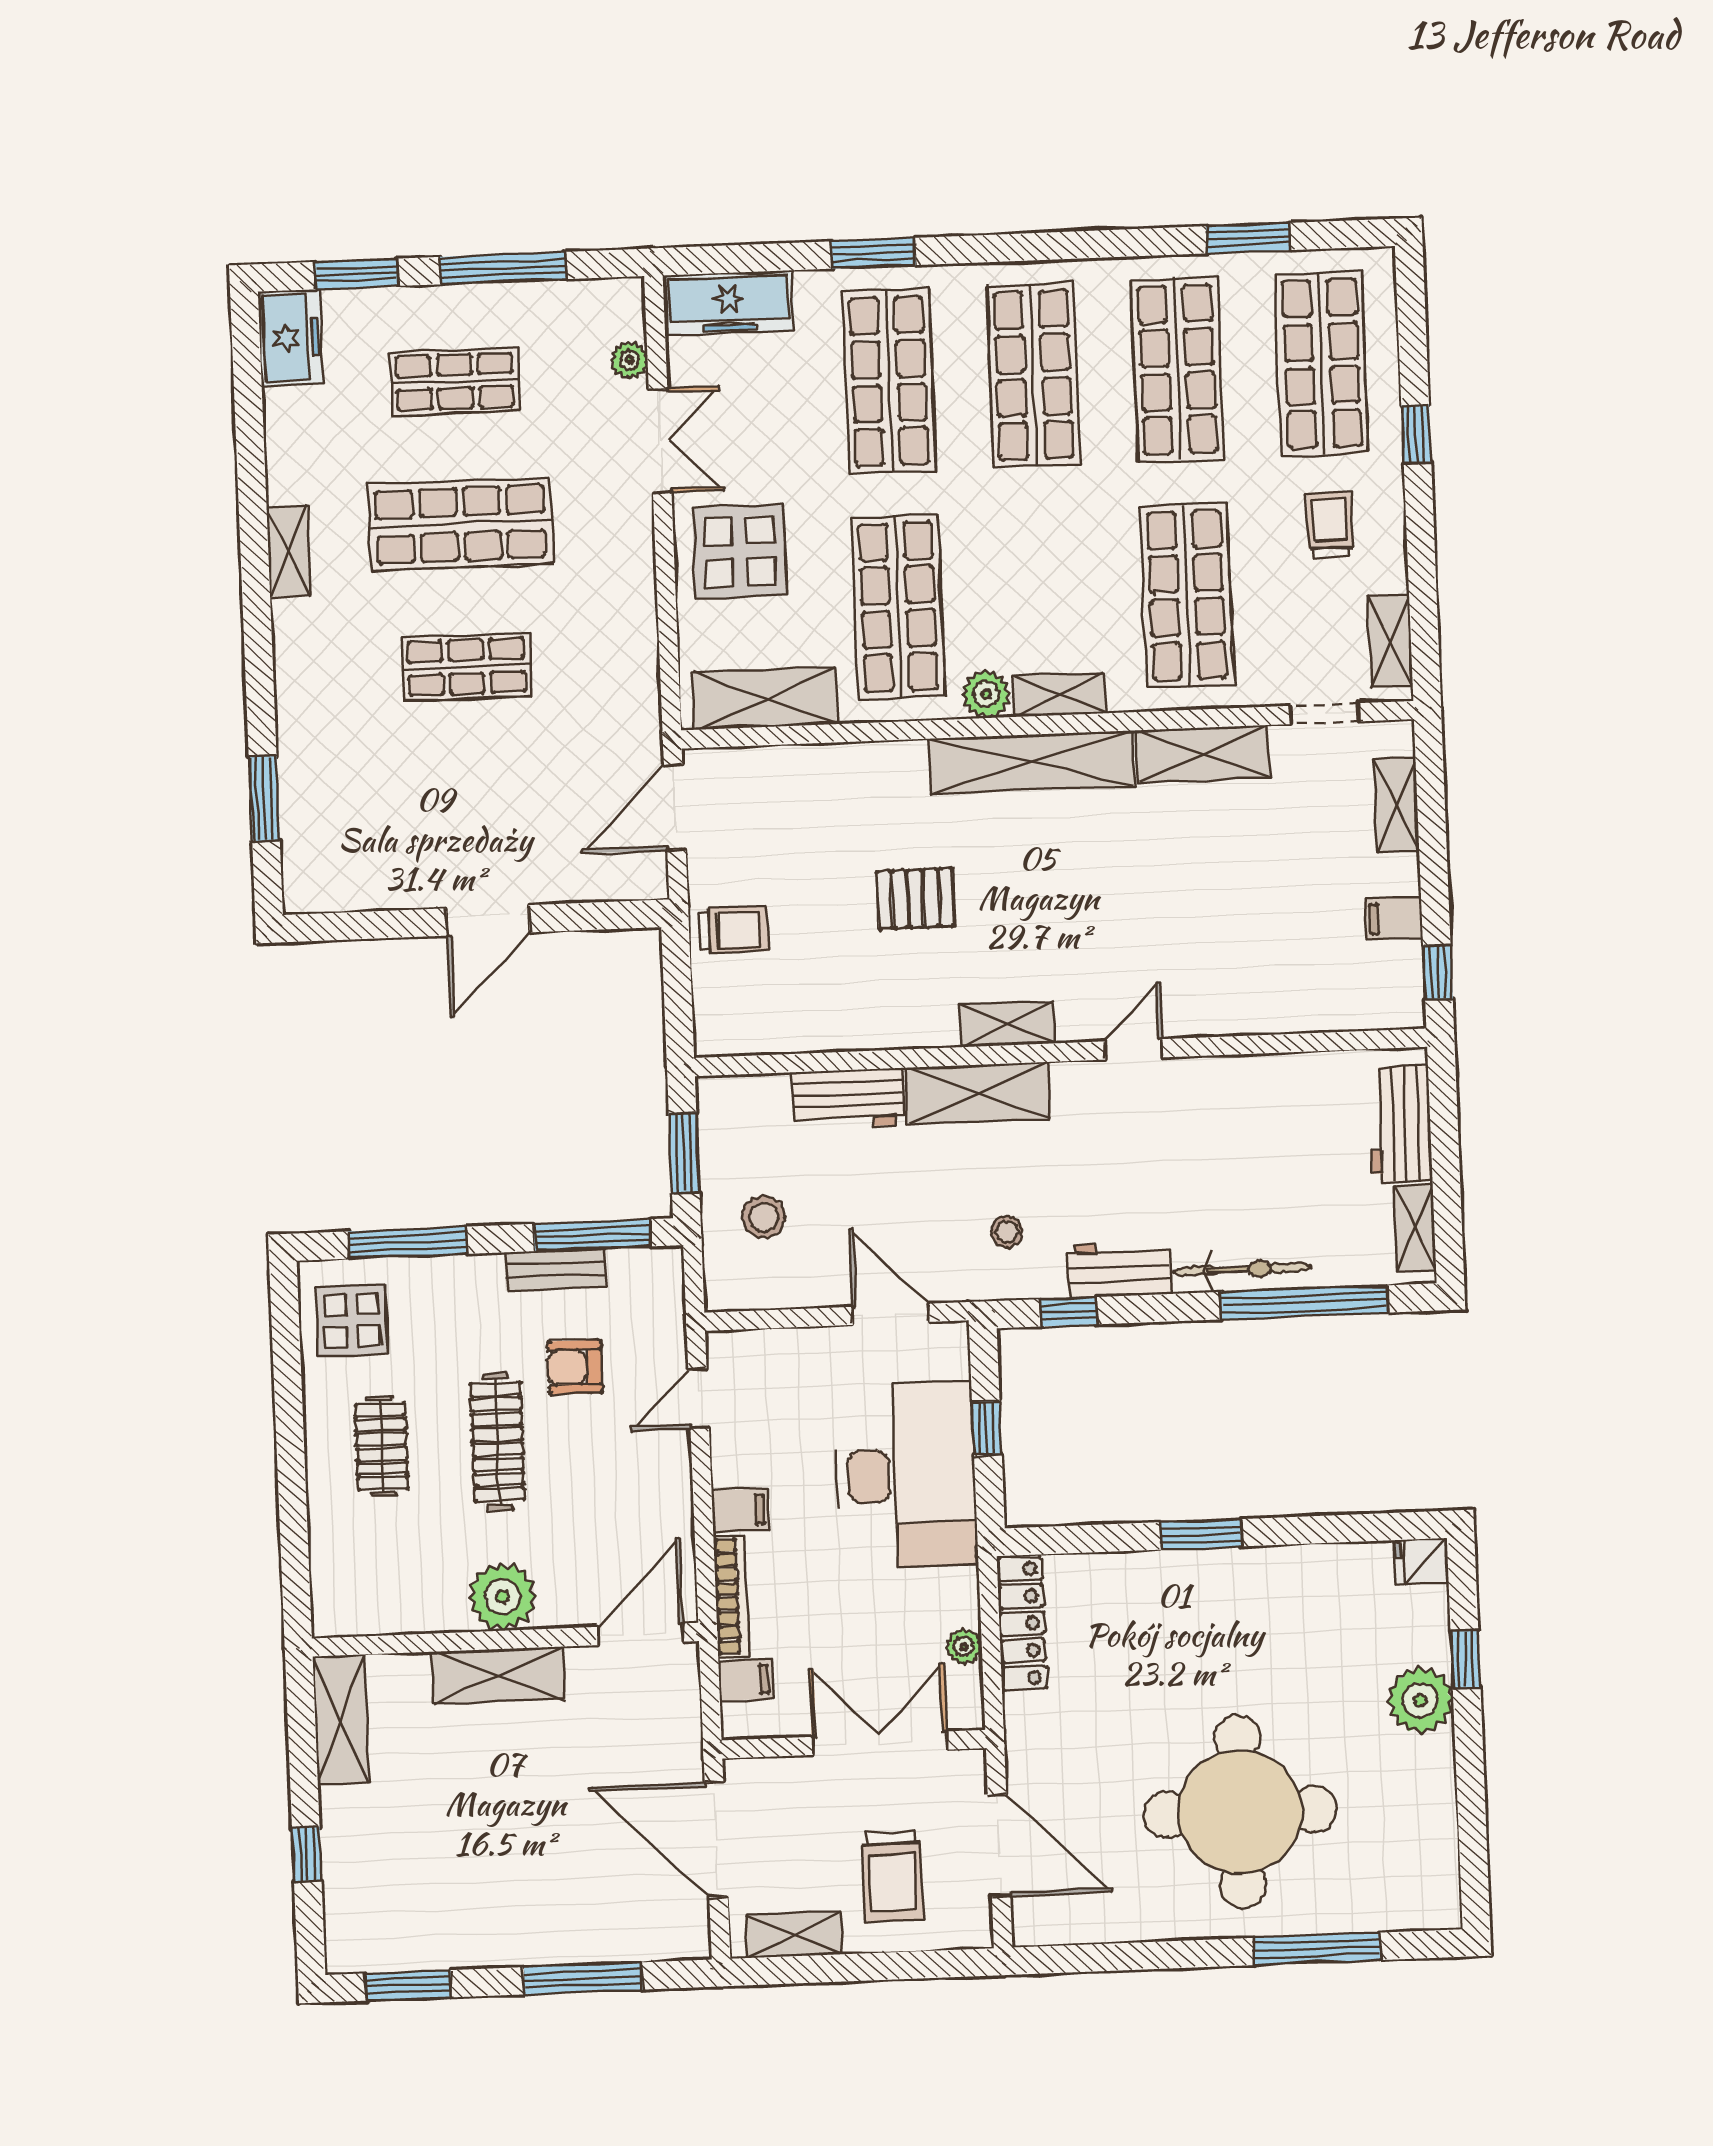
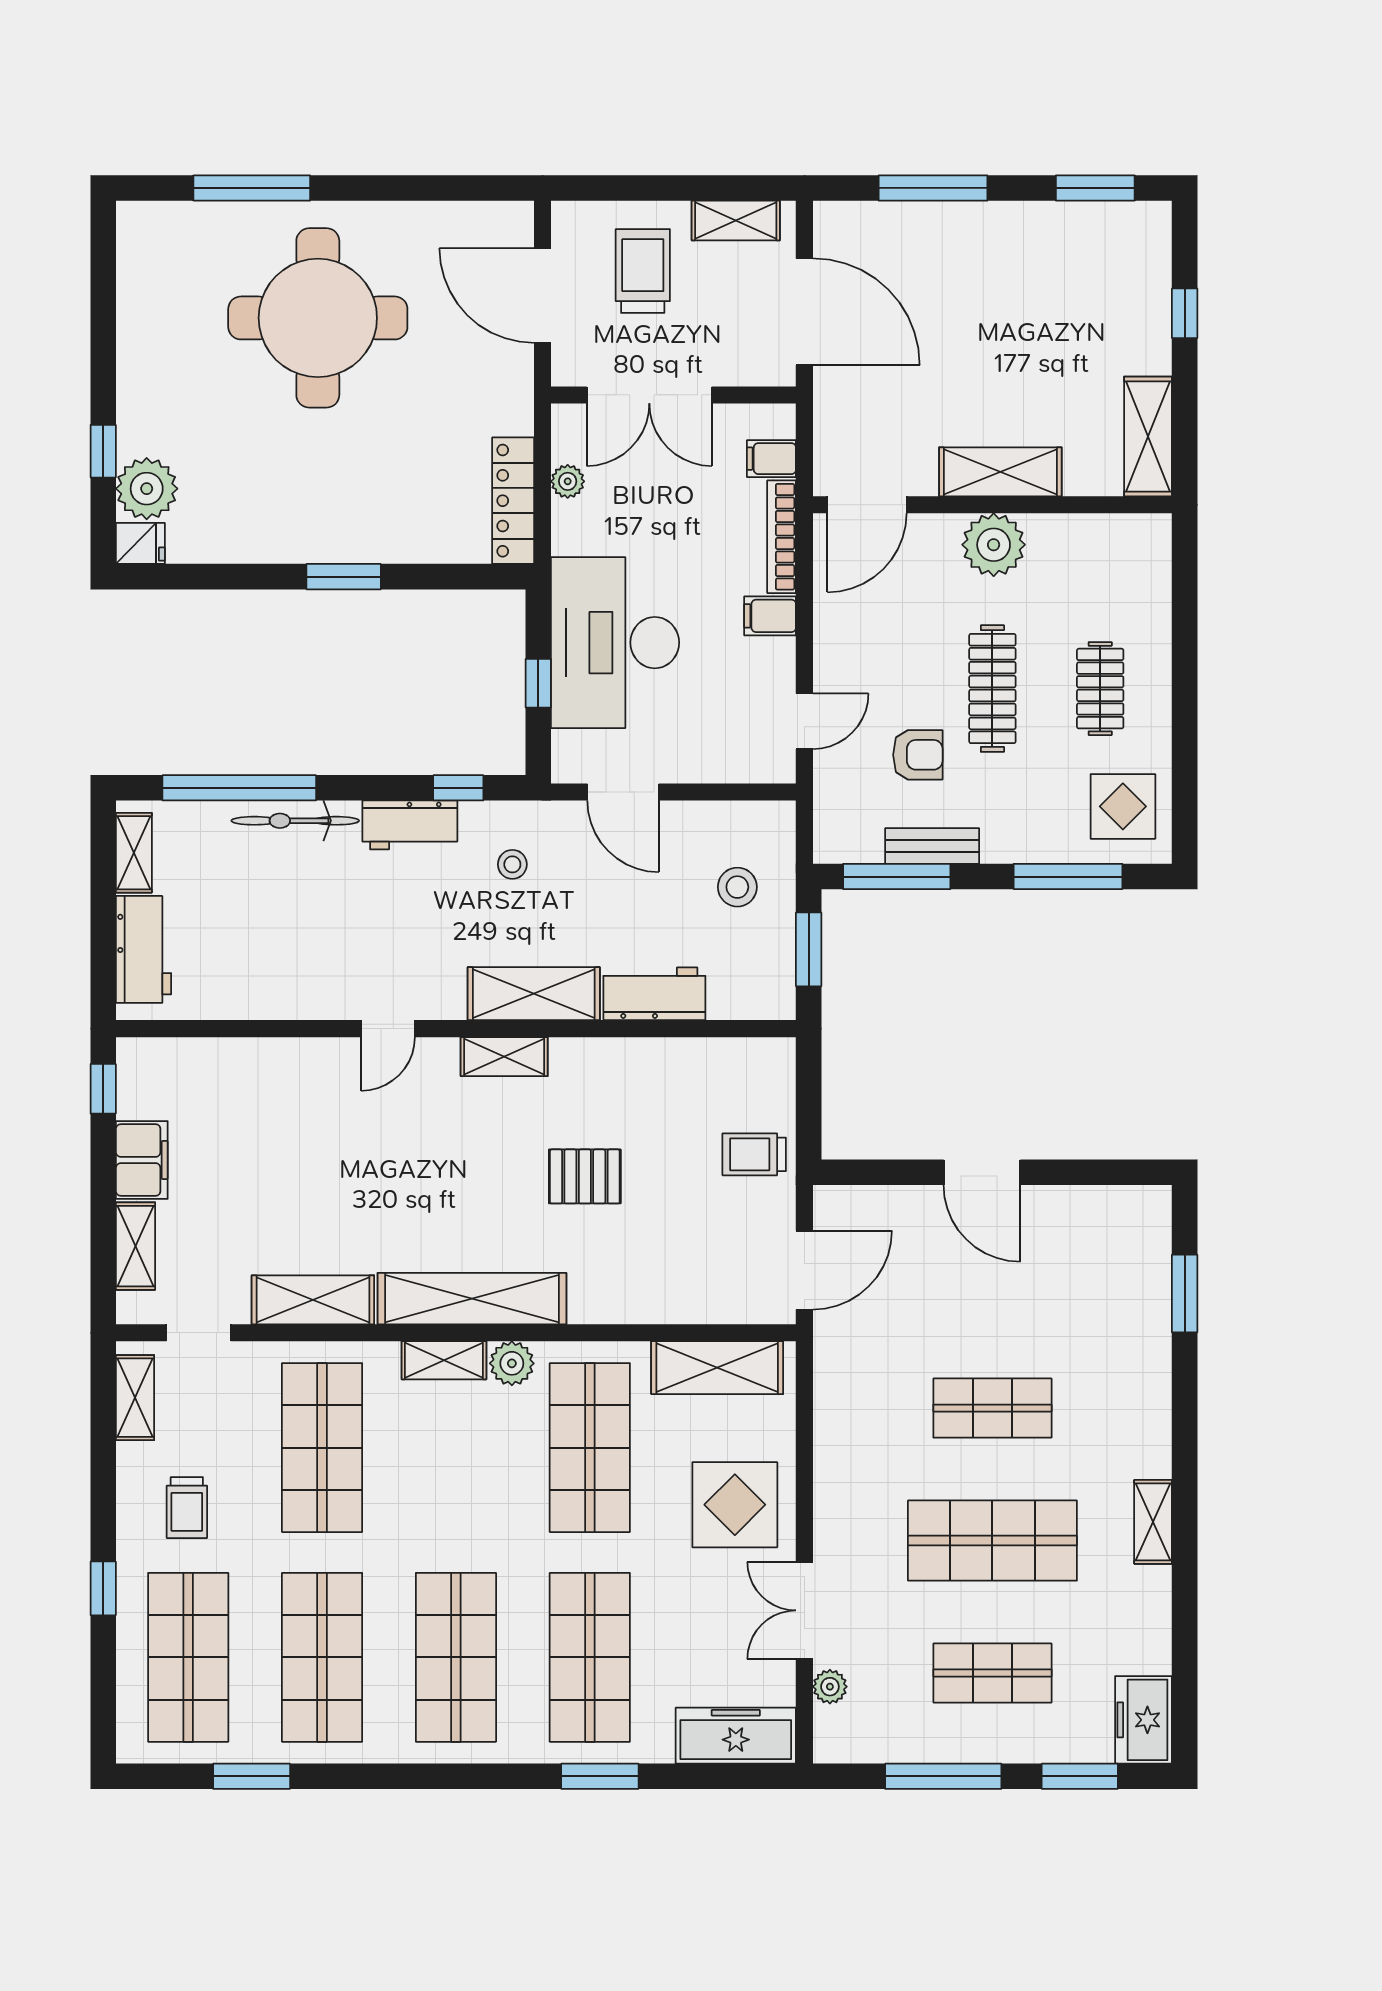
filing cabinet: (1394, 918) -> (142, 1160), width x2.00
door: (488, 920) -> (982, 1172), swing flipped
plant: (1420, 1700) -> (147, 489), moved

